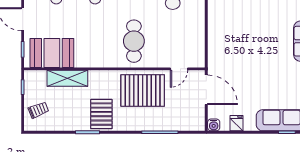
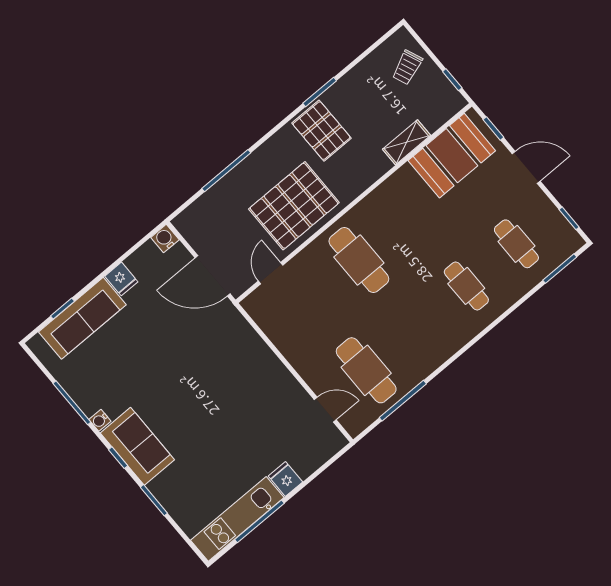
shelving: (67, 78) -> (406, 142), width x0.67, depth x0.75
fridge: (237, 123) -> (121, 279), moved

